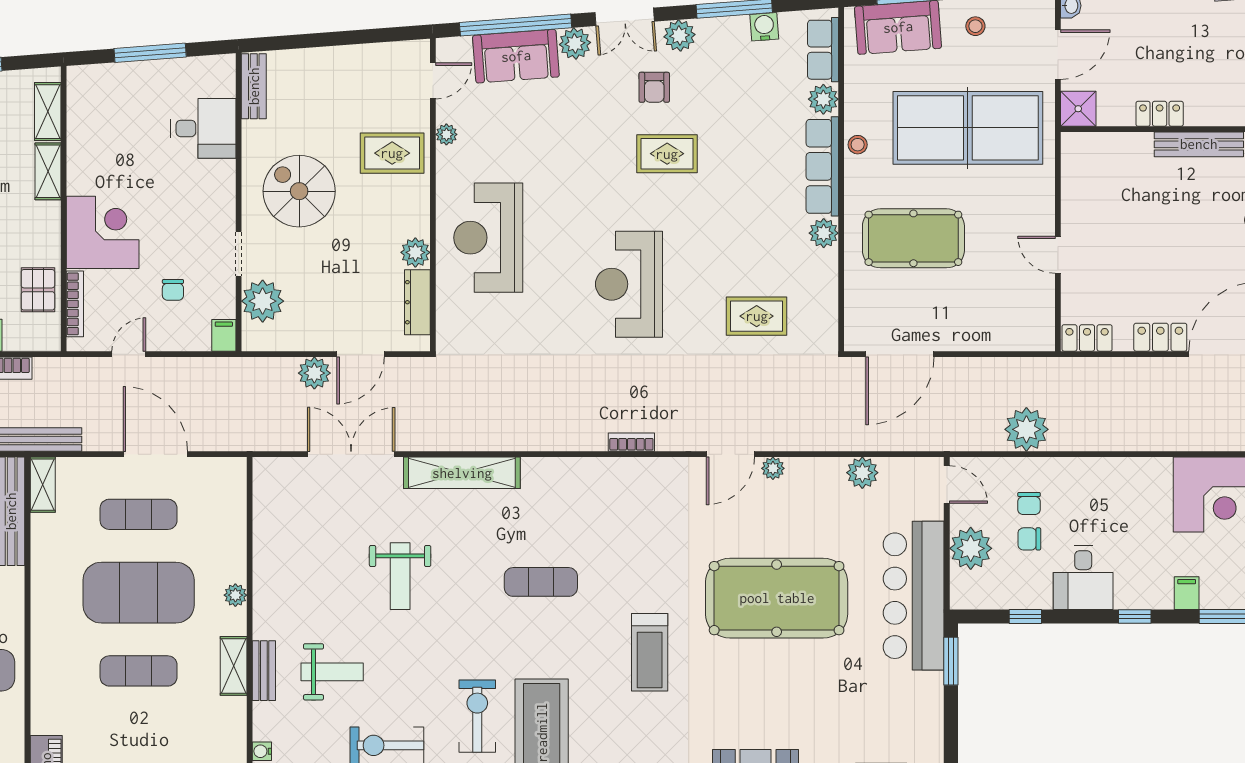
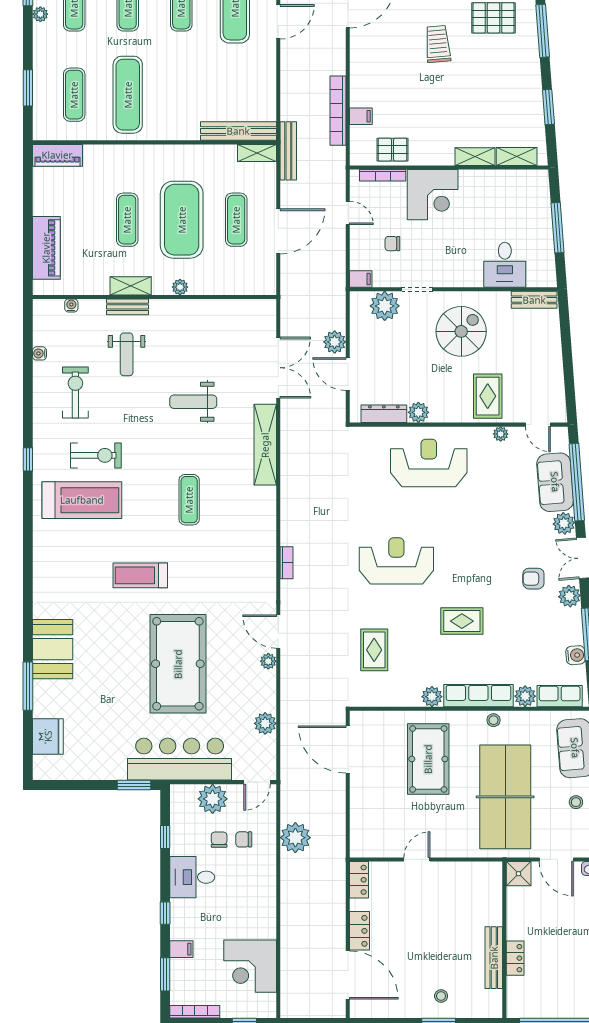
locker: (1160, 114) -> (515, 958), moved
rug: (667, 154) -> (462, 621), moved, turned 90

